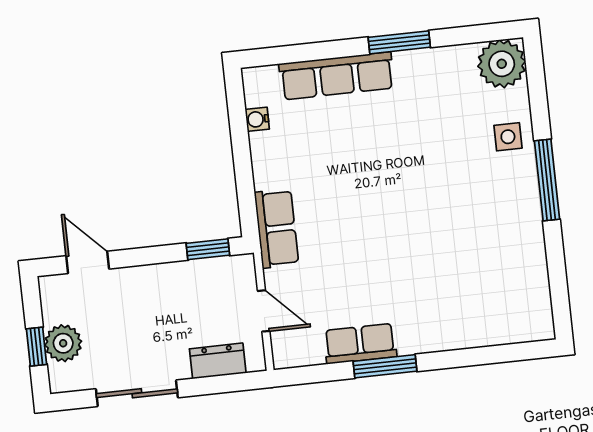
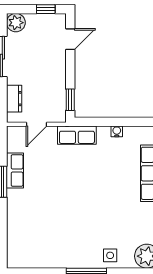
water cooler: (257, 119) -> (117, 131), moved
plant: (63, 343) -> (16, 23), moved
window: (36, 347) -> (46, 9), moved

